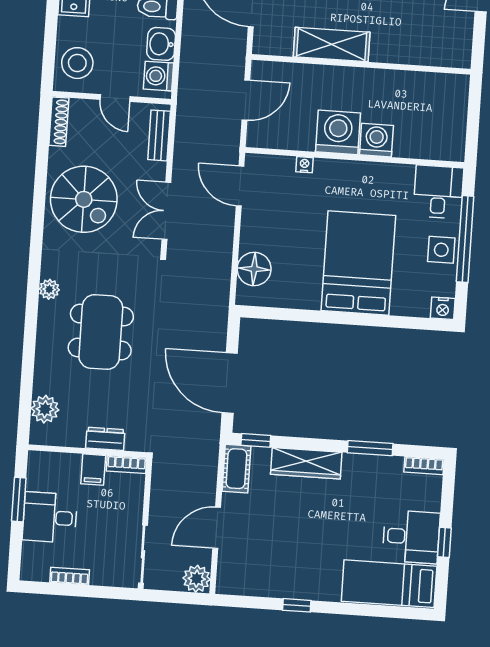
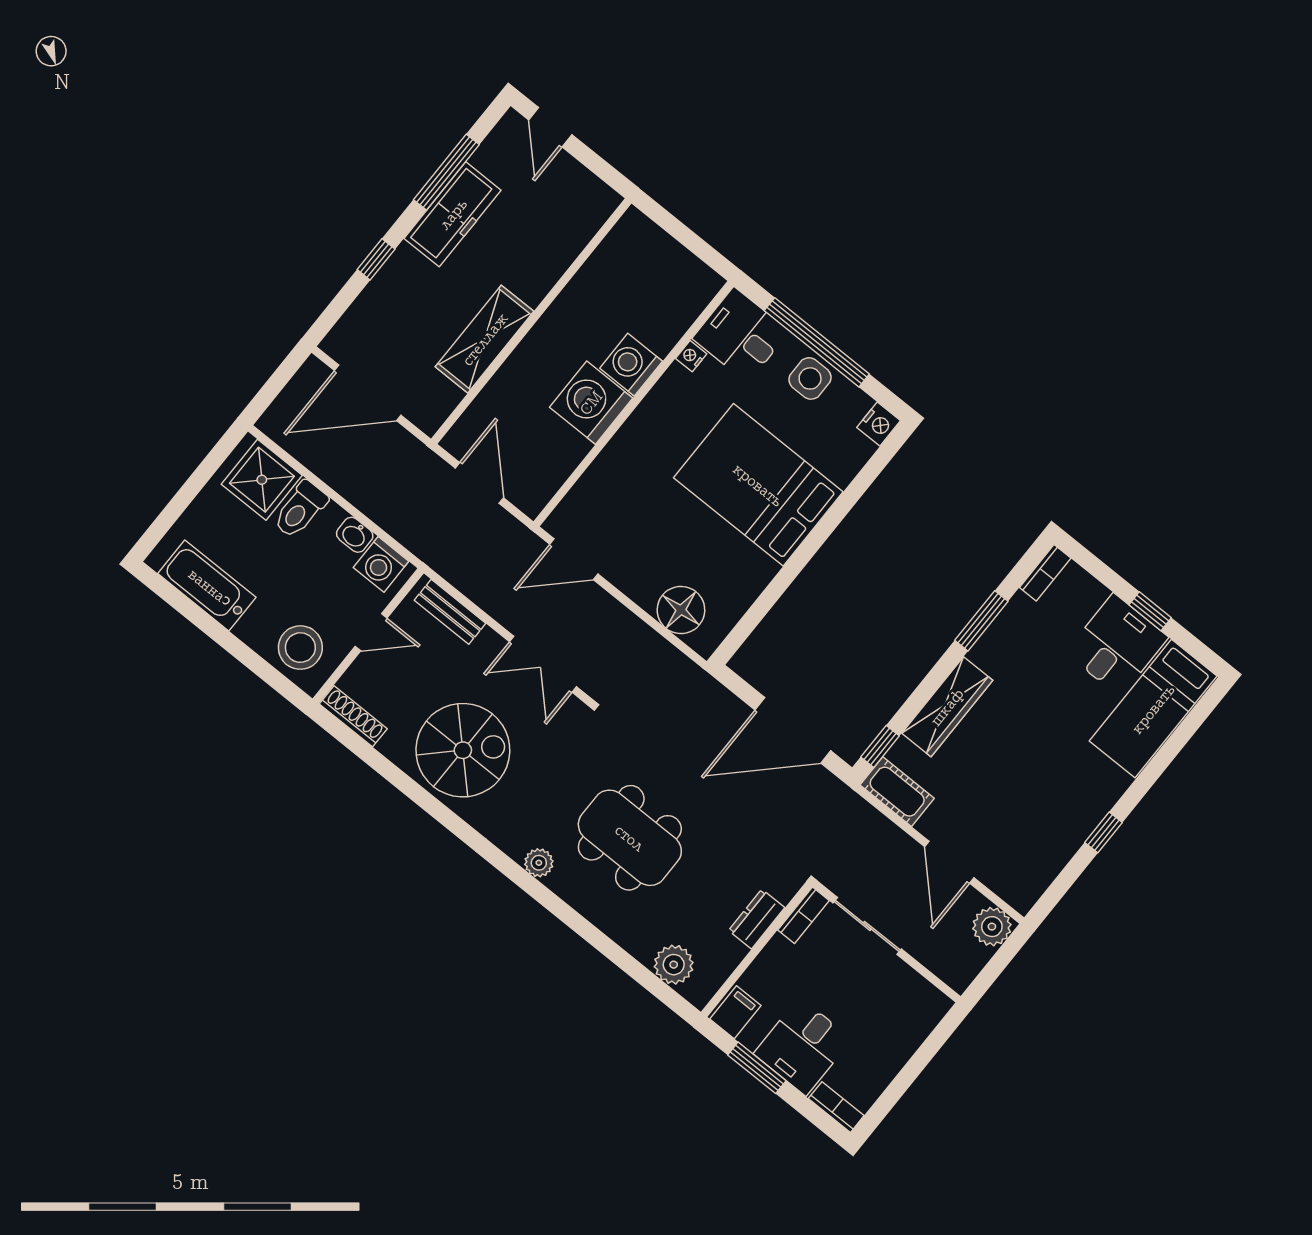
washbasin: (161, 44) -> (355, 535), width x0.72, depth x0.69
nightstand: (304, 165) -> (691, 356), moved
filing cabinet: (93, 470) -> (735, 1012), moved, turned -90
sliding door: (143, 554) -> (867, 926), moved
bookcase: (70, 576) -> (836, 1107), moved, turned 90

